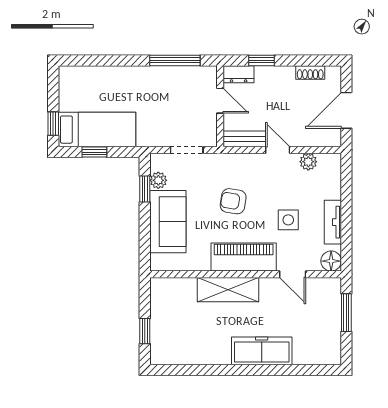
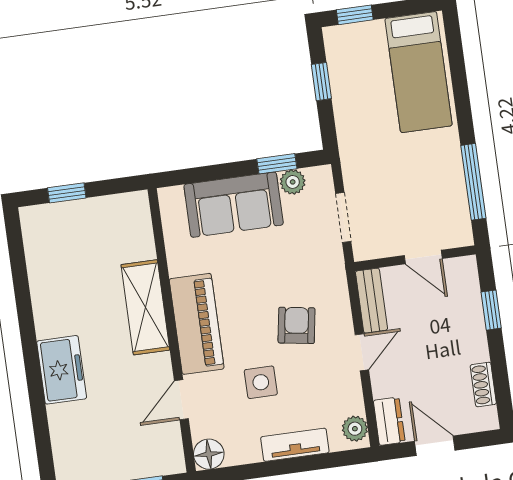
dresser: (239, 74) -> (389, 421), moved, turned 180
door: (220, 101) -> (423, 257), hinge flipped
door: (346, 110) -> (435, 446), width x0.73
bed: (97, 130) -> (419, 72), moved
plant: (308, 162) -> (355, 429), moved
armchair: (233, 201) -> (297, 325), moved
tv unit: (333, 222) -> (295, 445), moved
freezer: (262, 351) -> (62, 370), width x0.71

